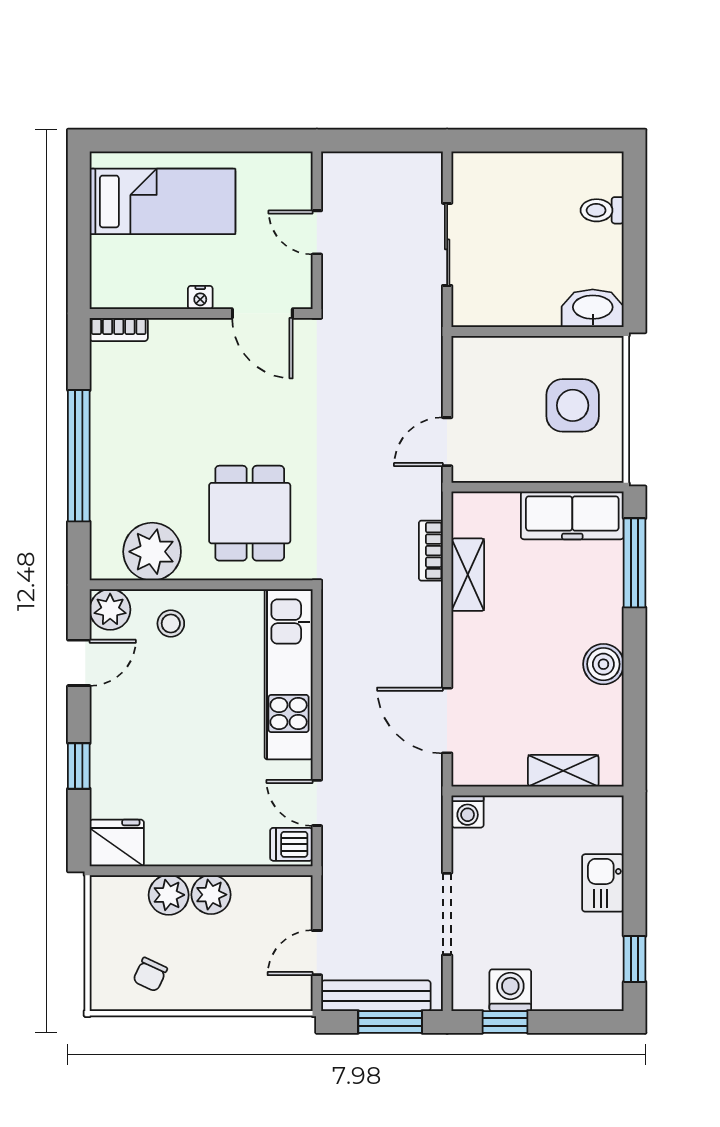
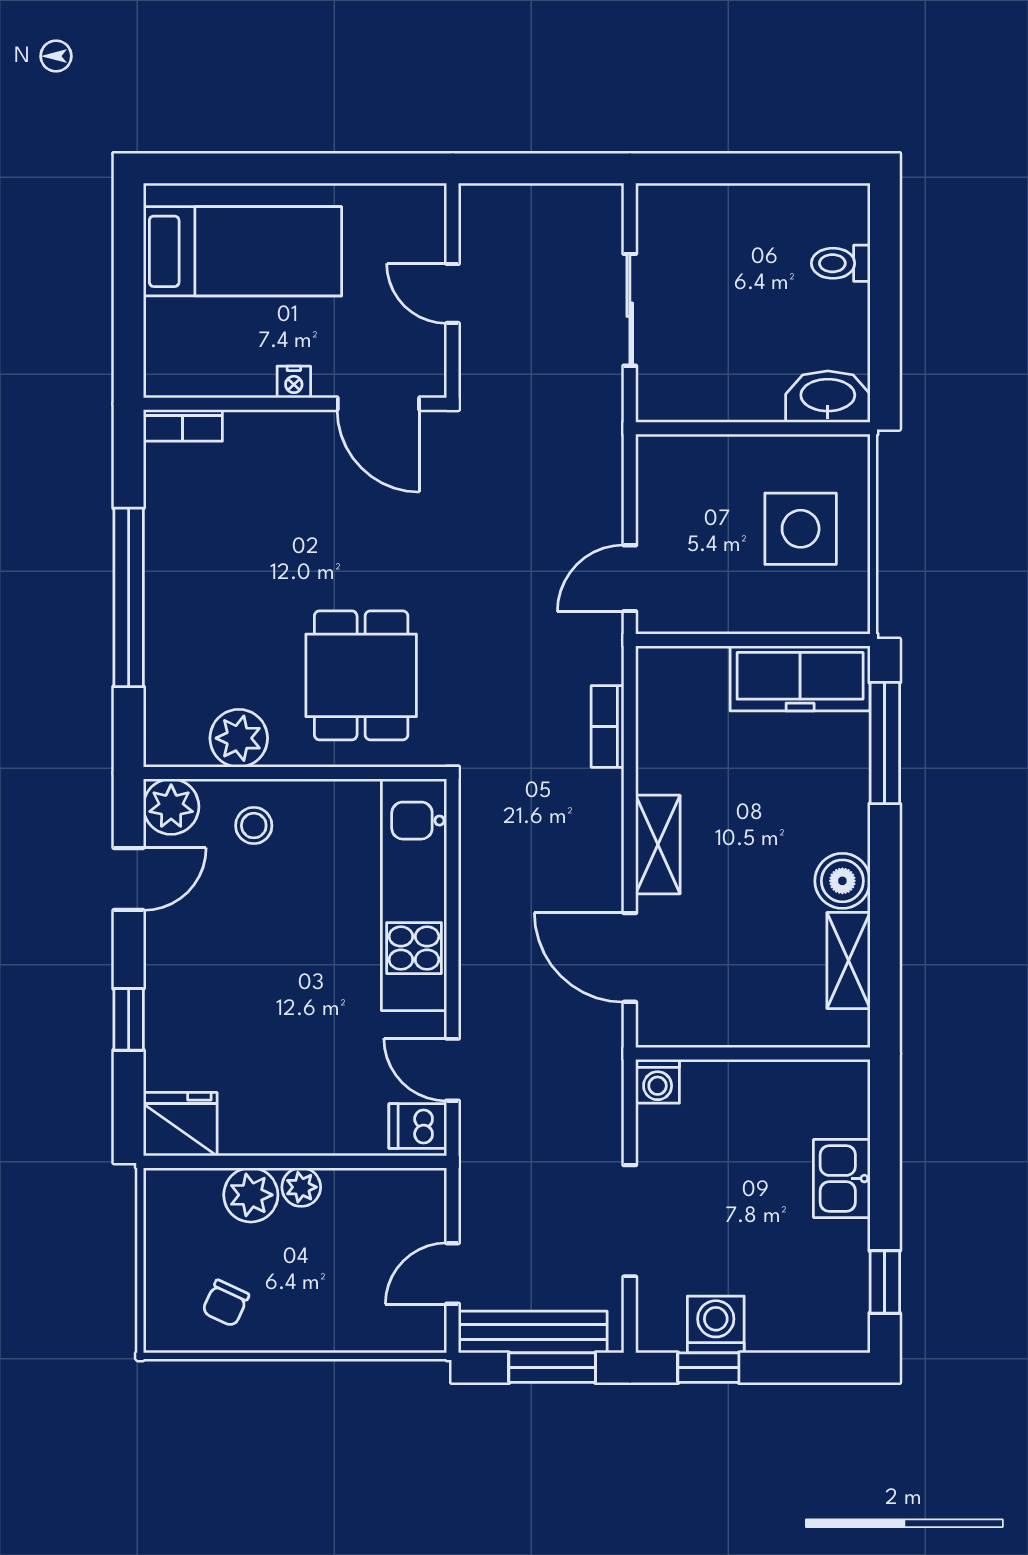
plant: (152, 552) -> (239, 738), width x0.73, depth x0.73
shelving: (468, 575) -> (658, 845), moved
shelving: (563, 771) -> (848, 960), moved, turned 90
plant: (211, 895) -> (301, 1187), width x0.73, depth x0.73

